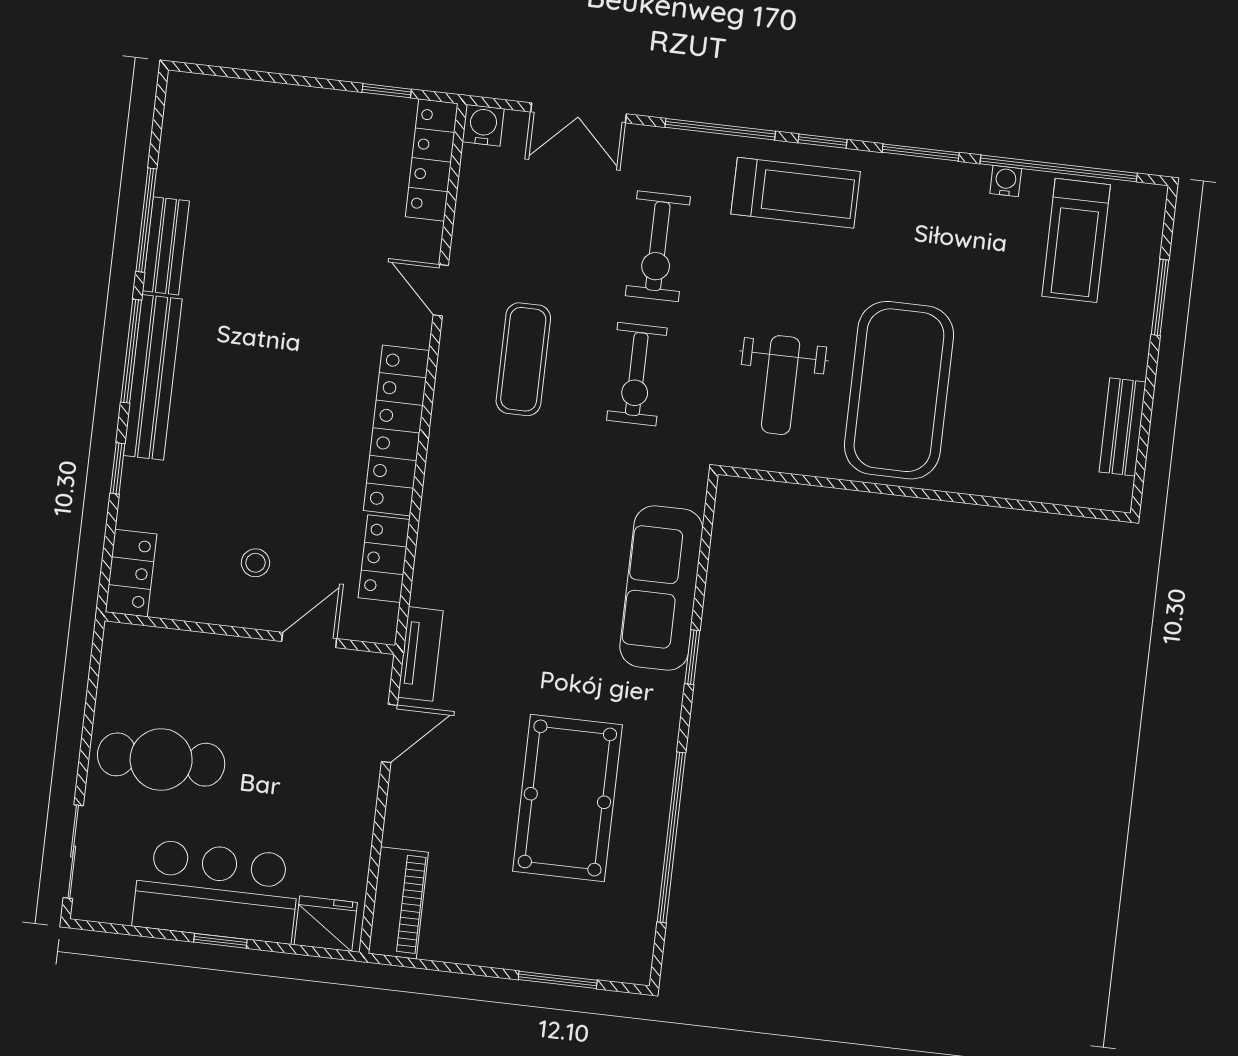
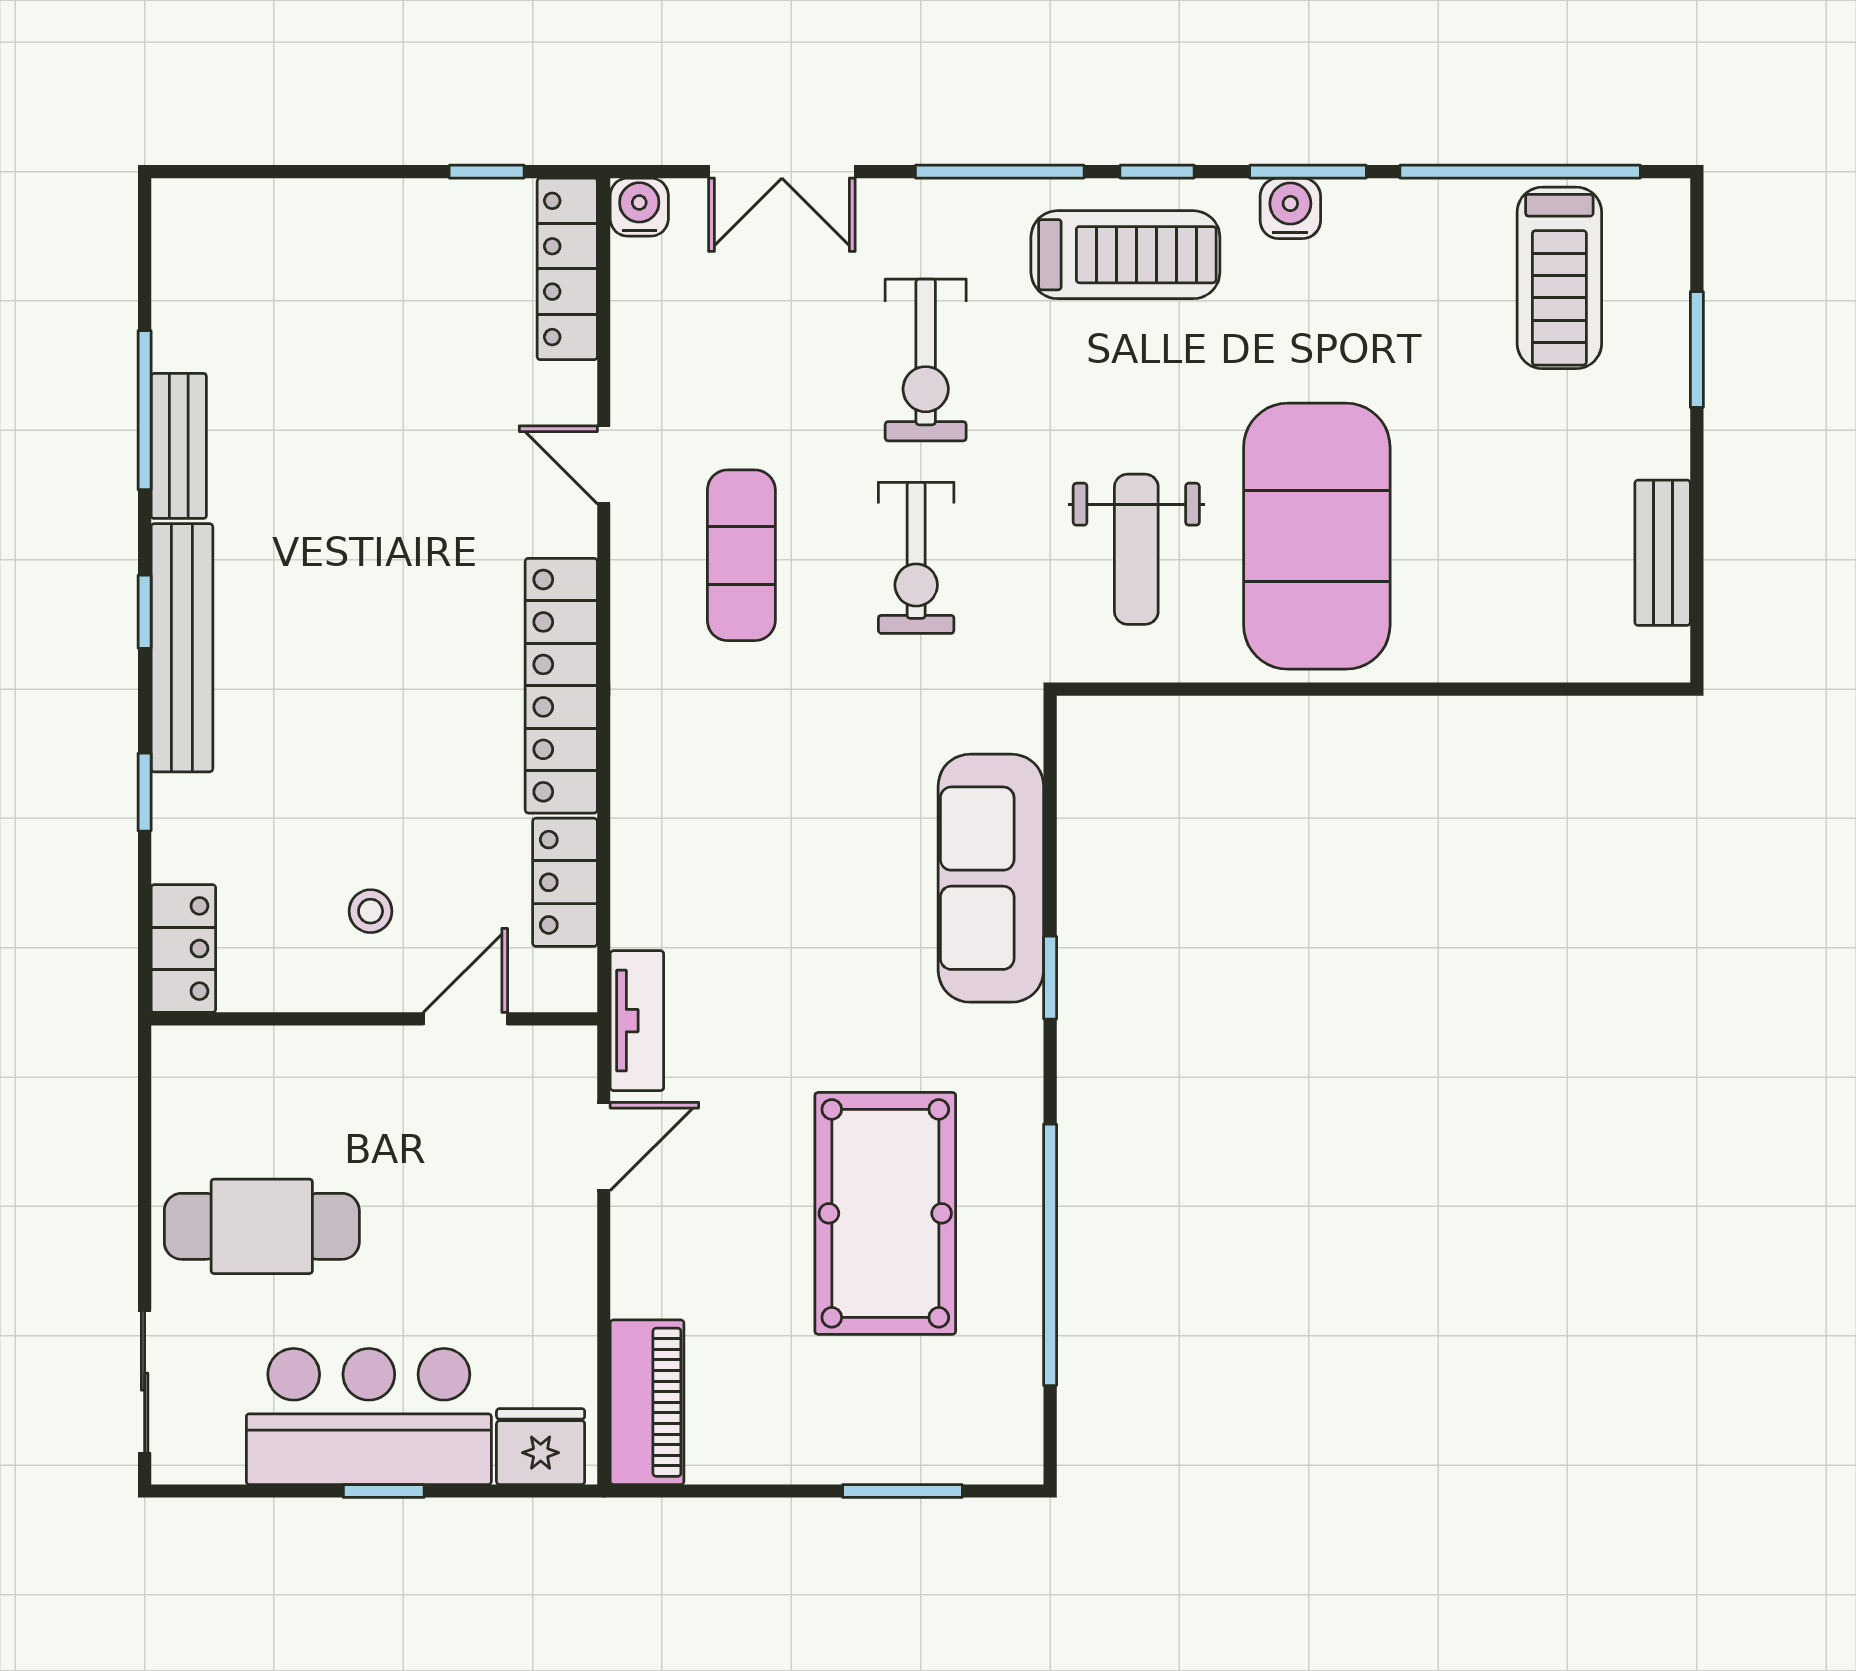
water cooler: (1006, 181) -> (1290, 208), moved, width x1.38, depth x1.38
window: (131, 351) -> (145, 612), width x0.46

